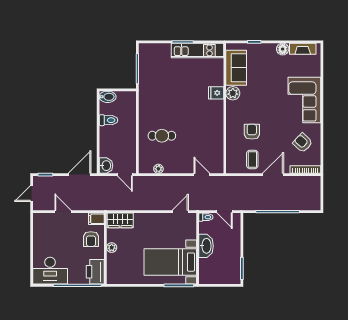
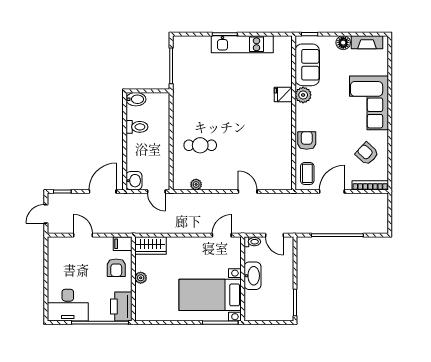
sofa: (236, 68) -> (307, 65), moved
fridge: (216, 93) -> (283, 94), moved
plant: (233, 93) -> (303, 95), moved
wall: (225, 108) -> (294, 113), moved

